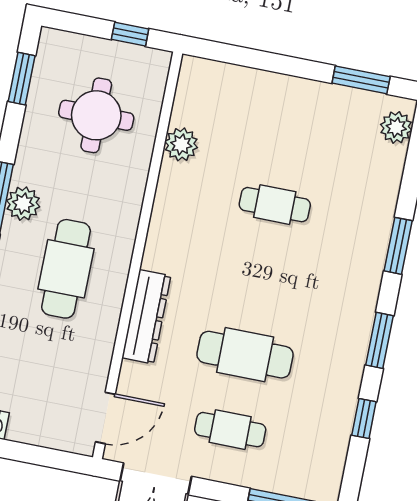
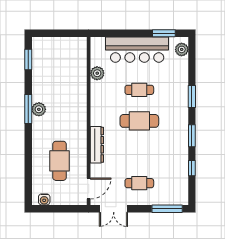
window: (130, 34) -> (68, 33), removed
bar counter: (289, 106) -> (137, 50), added
round table: (96, 115) -> (61, 68), removed
cafe table: (66, 269) -> (60, 161), moved
cafe table: (245, 355) -> (139, 121), moved

